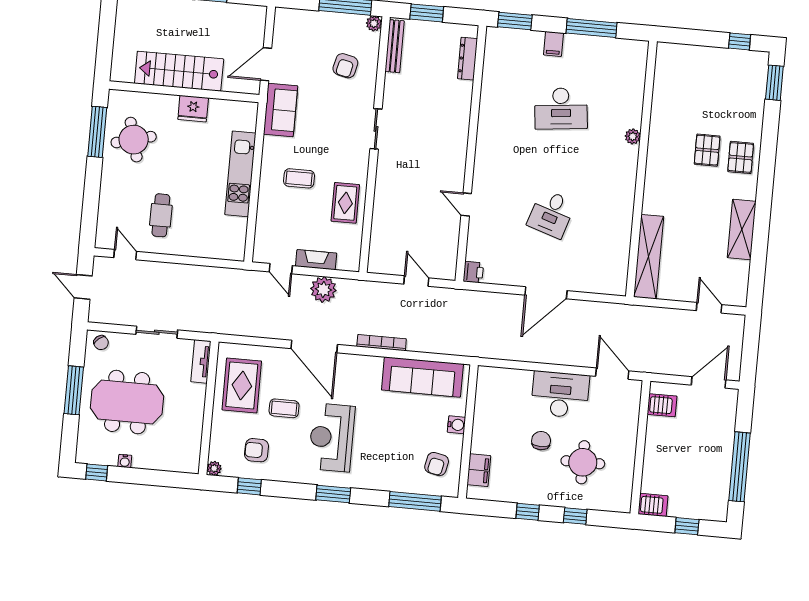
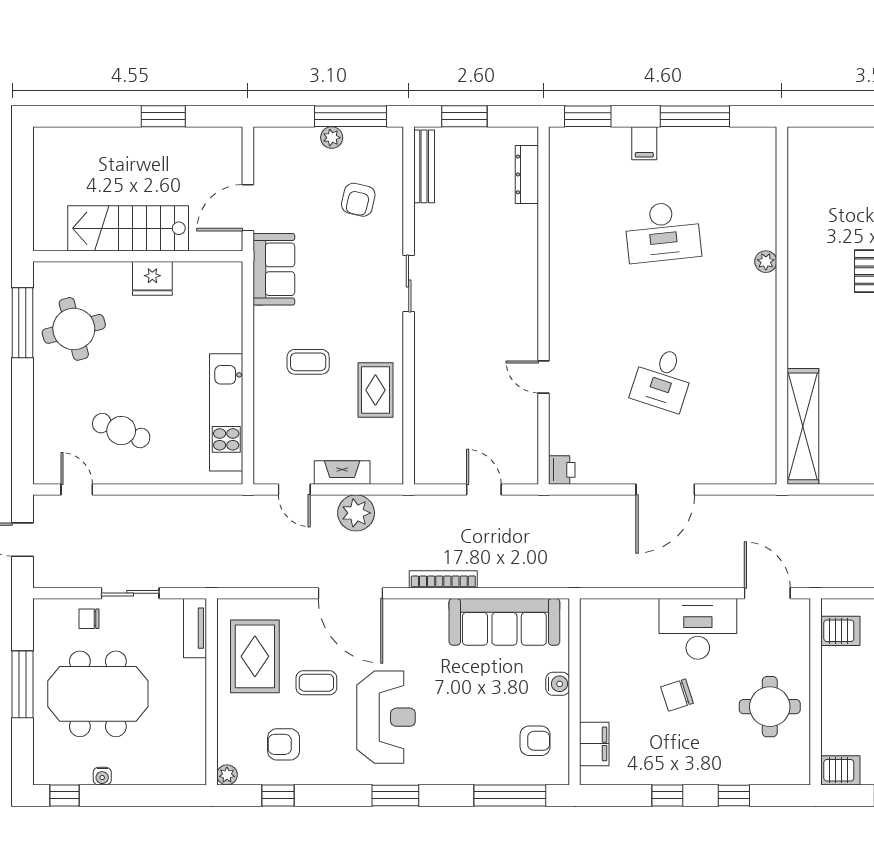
plant: (374, 23) -> (332, 138), moved
kitchen unit: (240, 174) -> (226, 412), moved
cafe table: (161, 215) -> (121, 431), turned -69
chair: (101, 343) -> (89, 619), moved, turned 129
reception desk: (332, 437) -> (386, 717), turned 180
chair: (541, 441) -> (677, 695), turned -108
round table: (583, 462) -> (770, 707), moved
armchair: (437, 464) -> (535, 741), turned -102

